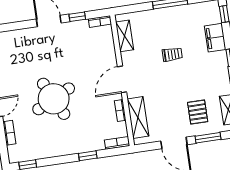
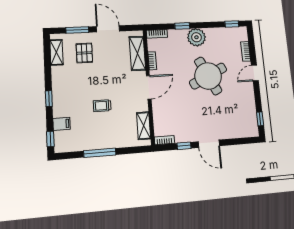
filing cabinet: (215, 38) -> (62, 124), width x0.50
plant: (70, 144) -> (196, 37), added

